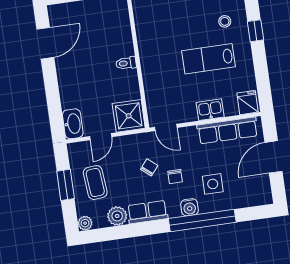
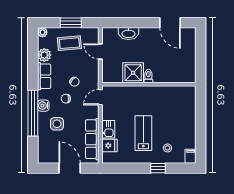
fridge: (248, 103) -> (109, 145), moved
shower: (129, 116) -> (133, 73), moved
washbasin: (73, 124) -> (128, 33), moved

